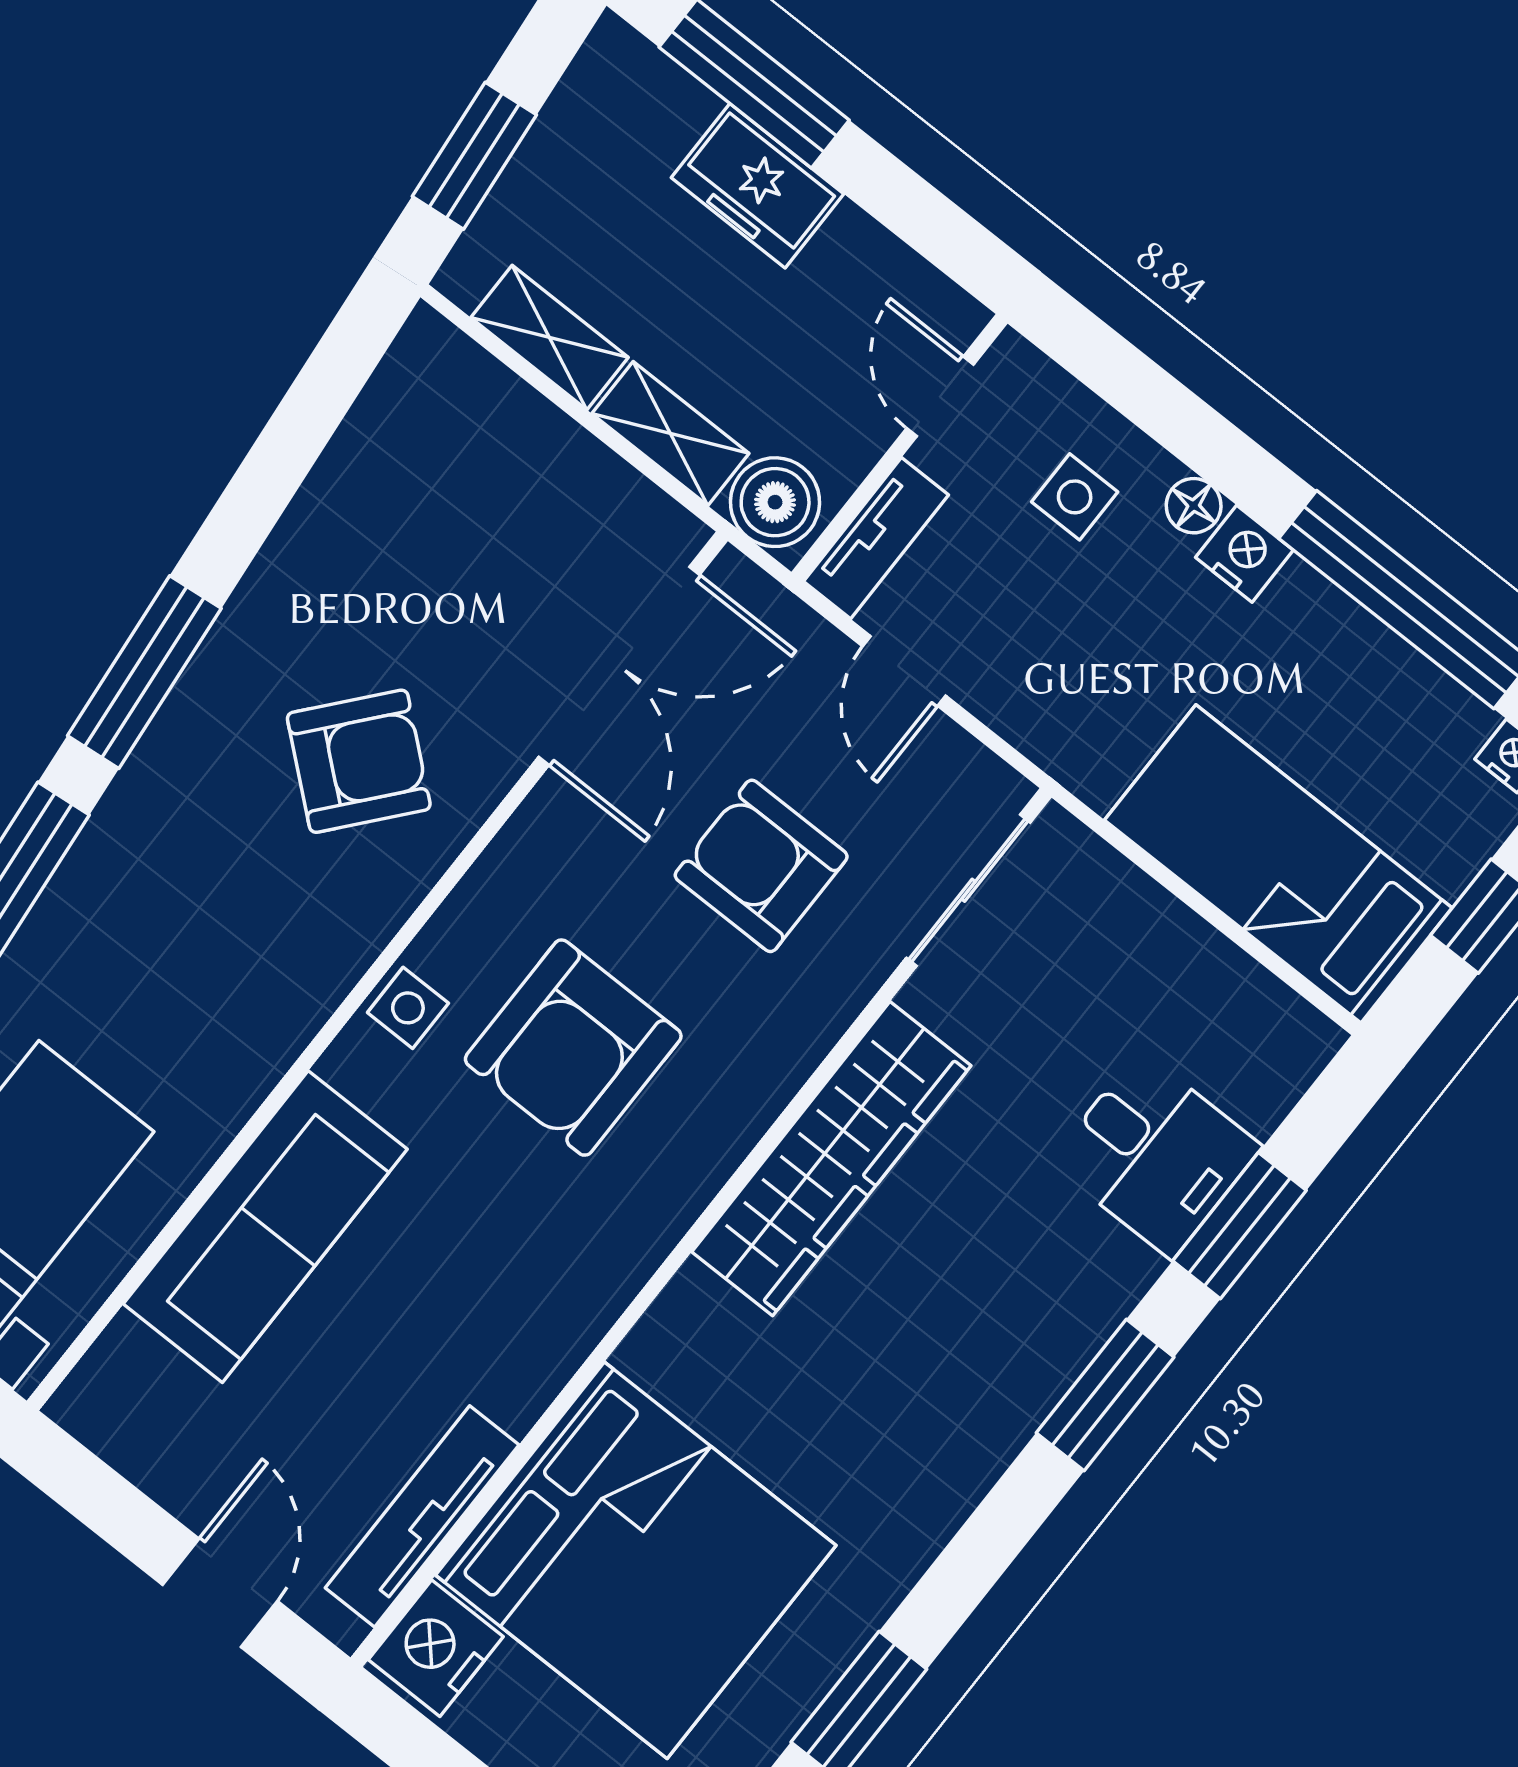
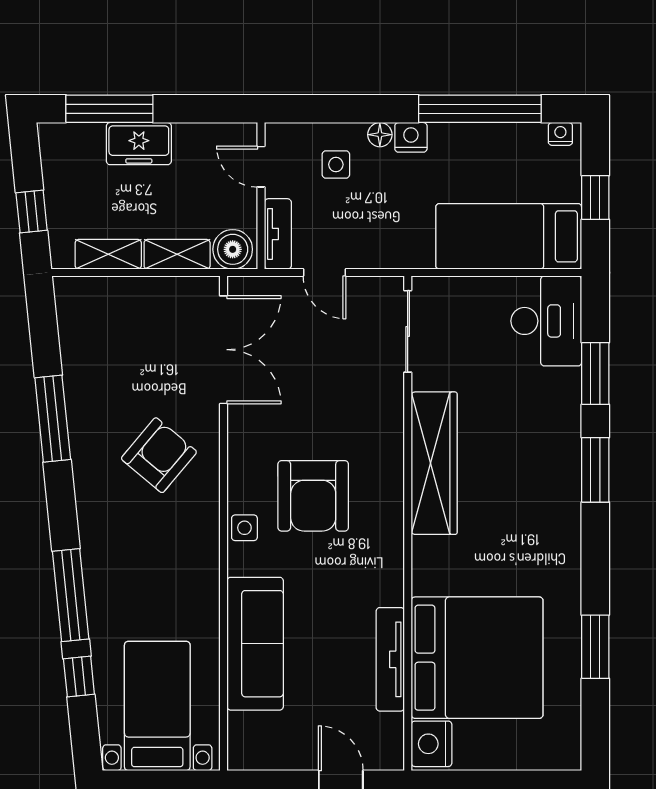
window: (474, 156) -> (32, 212), width x0.67
window: (144, 672) -> (53, 419), moved
armchair: (761, 866) -> (329, 380), removed
desk: (1156, 1155) -> (546, 321), moved, width x1.37
tv unit: (422, 1516) -> (390, 659), moved

